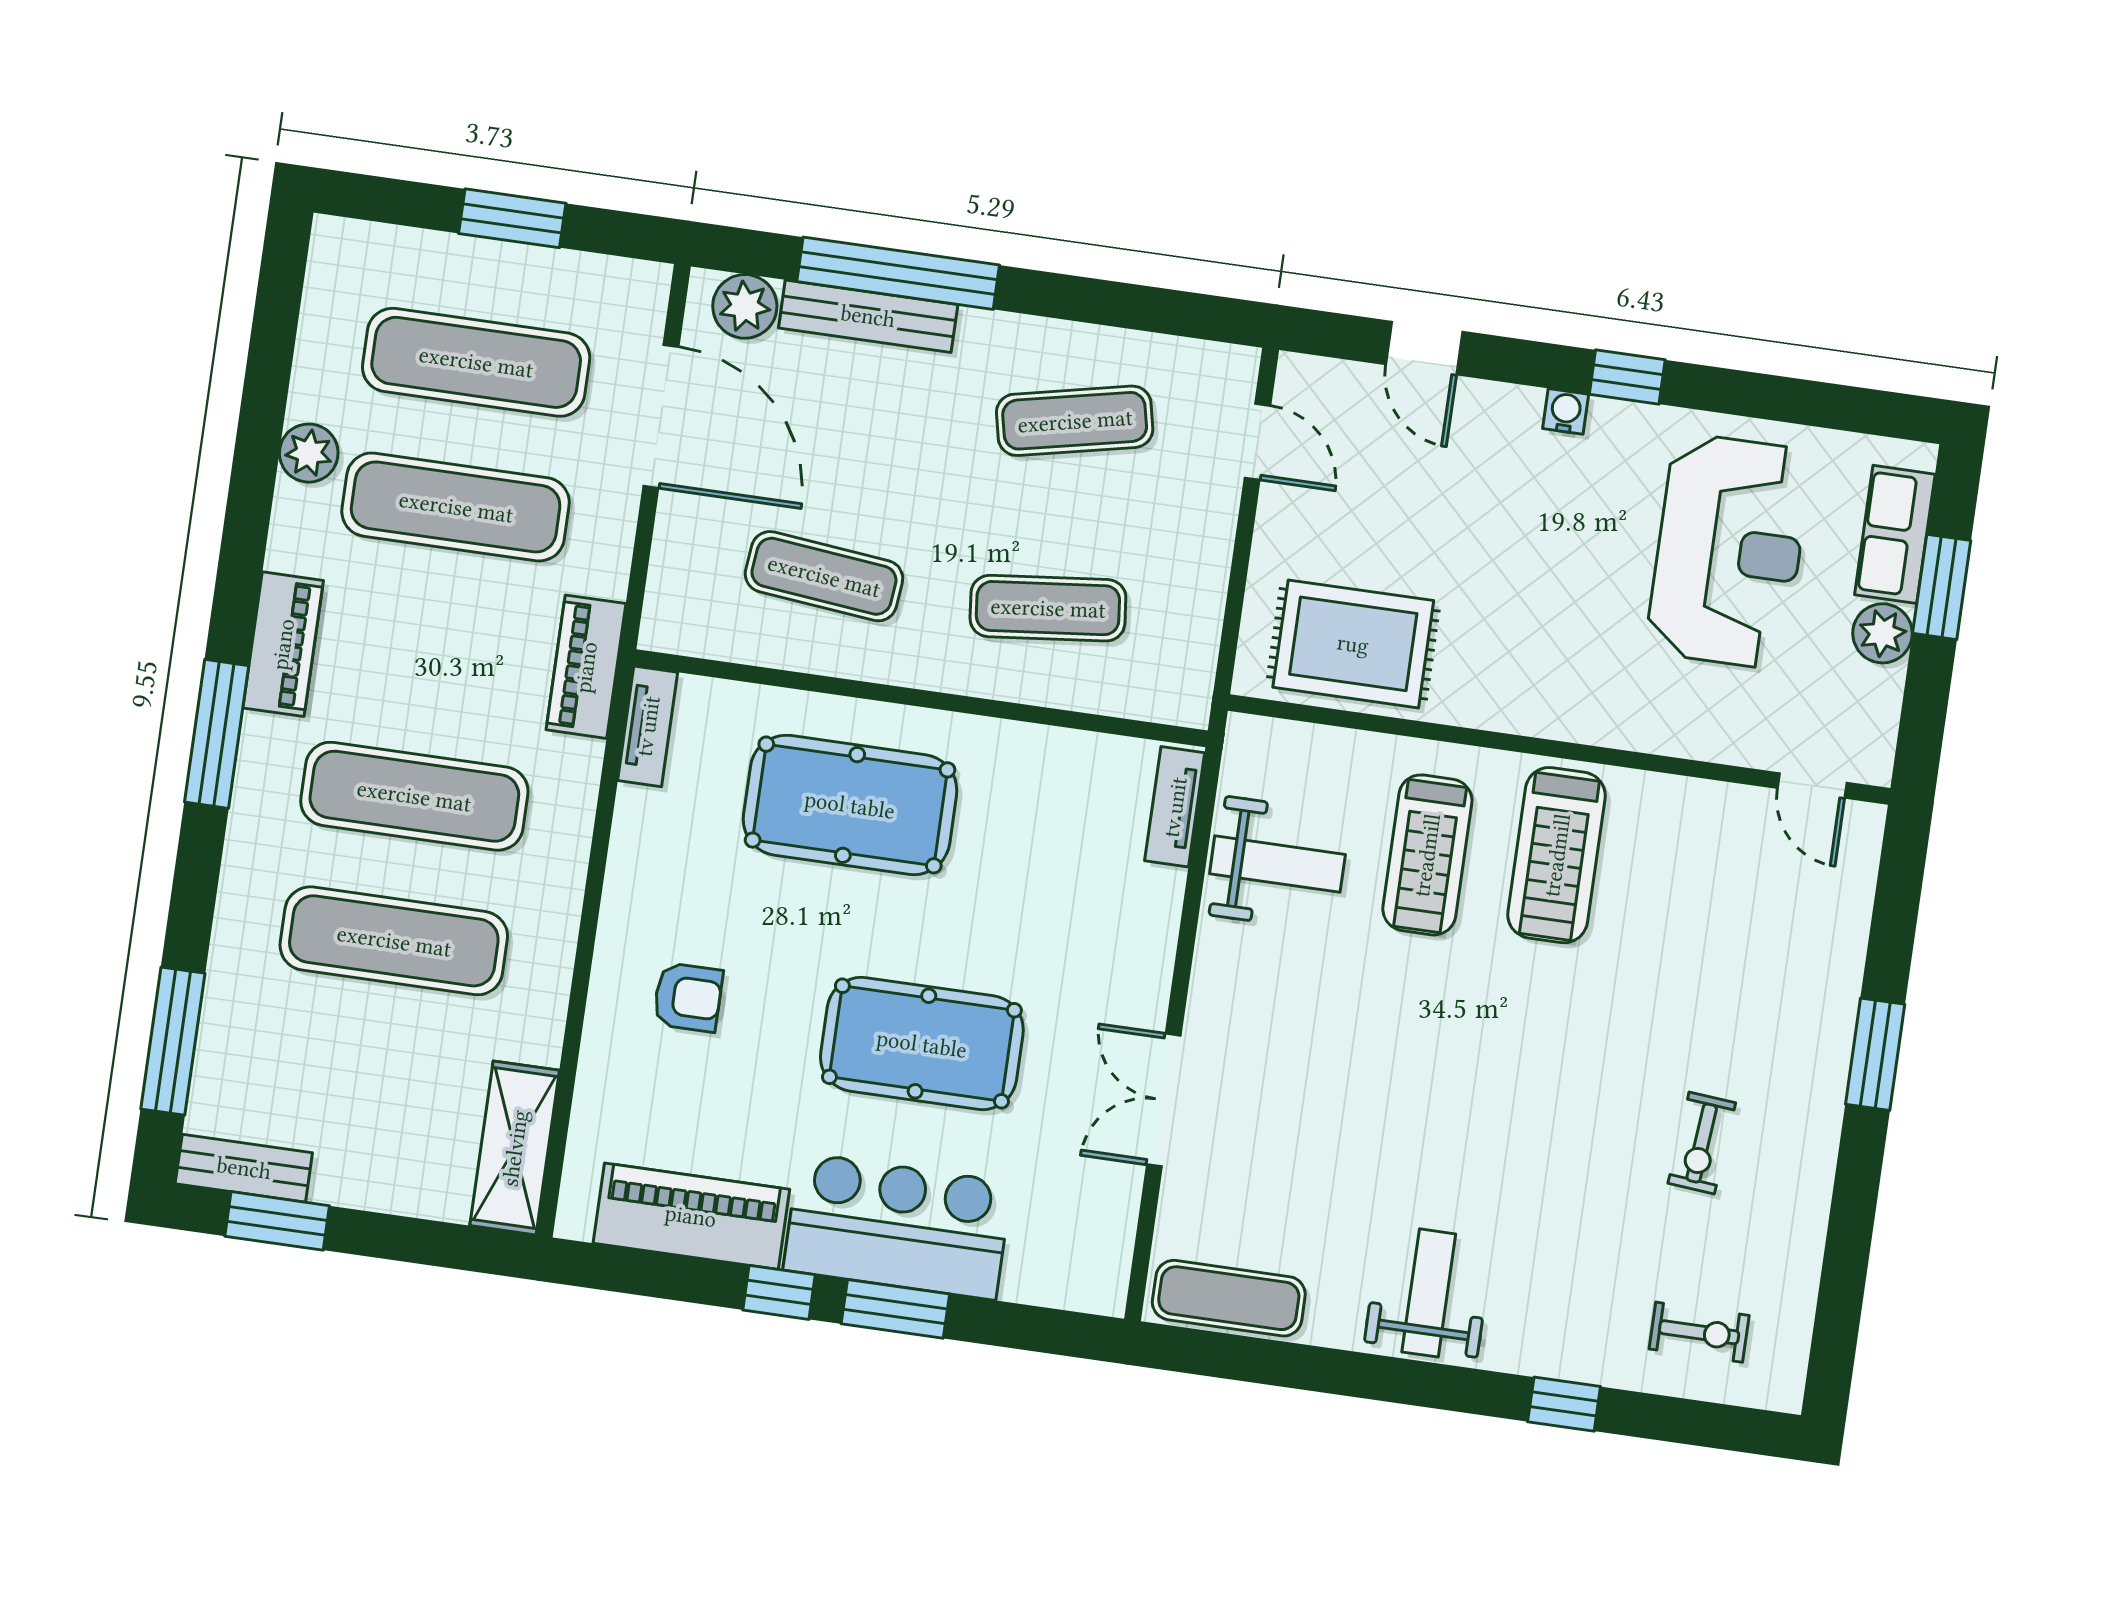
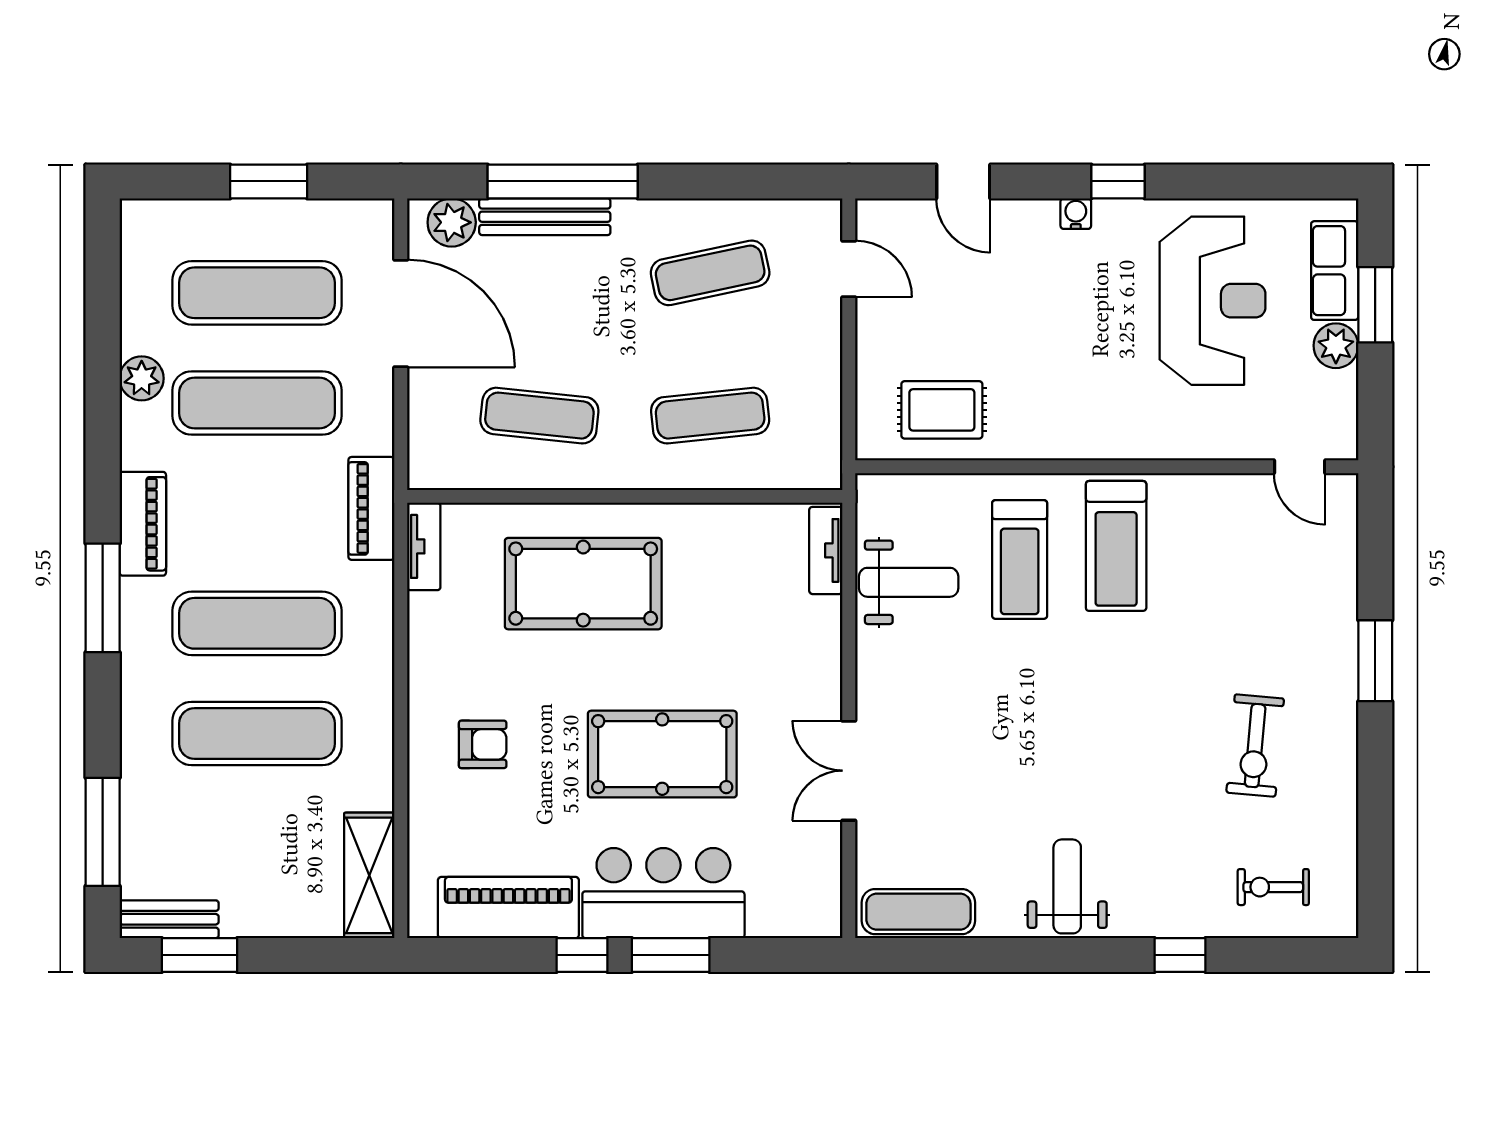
rug: (1353, 644) -> (942, 410), width x0.73, depth x0.70
exercise bike: (1702, 1143) -> (1255, 746), width x1.38, depth x1.39
exercise bike: (1699, 1332) -> (1273, 887), turned 180

